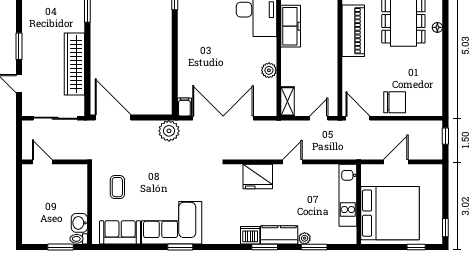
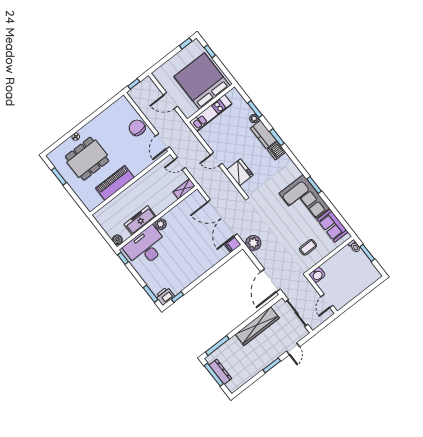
plant: (269, 70) -> (161, 224), moved
washbasin: (79, 223) -> (317, 275), moved

